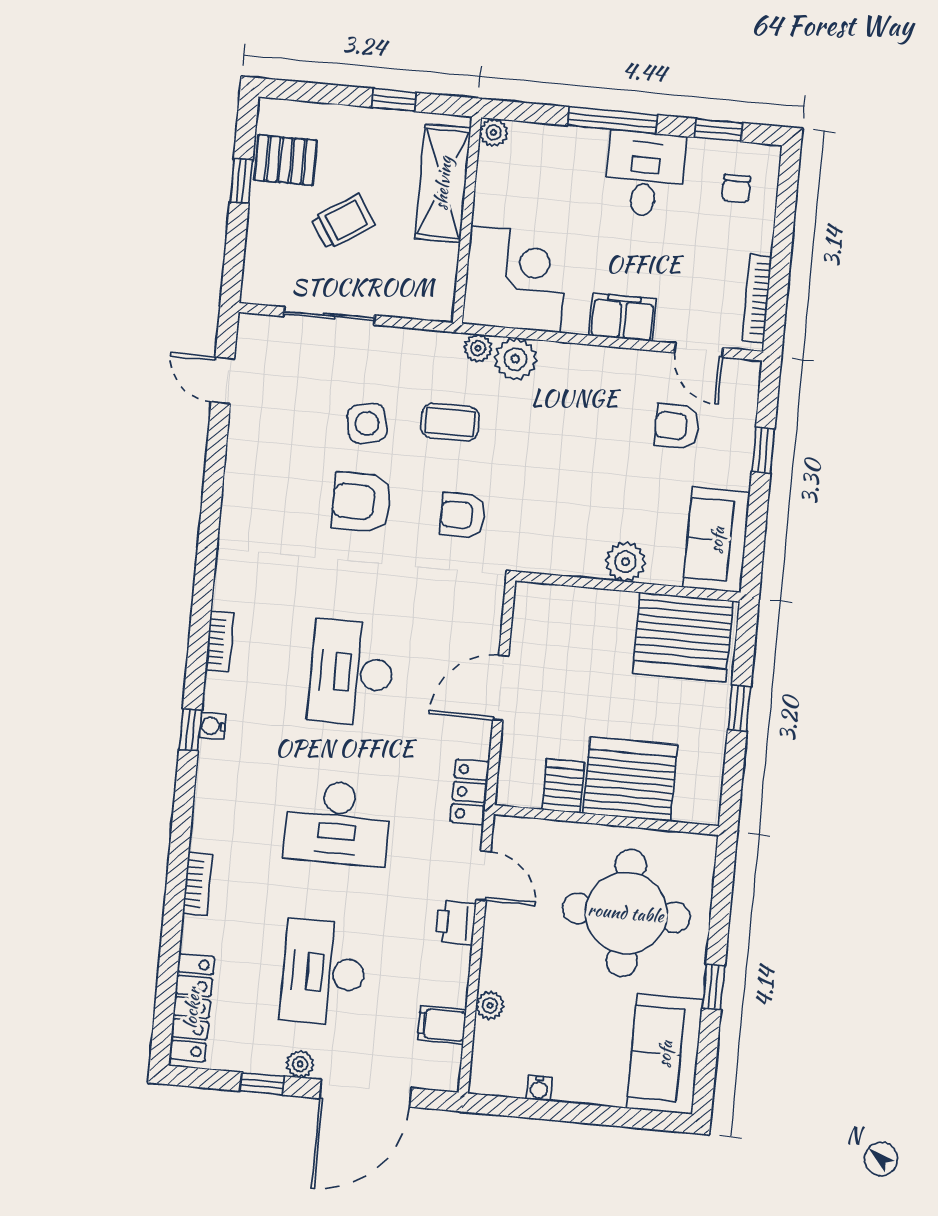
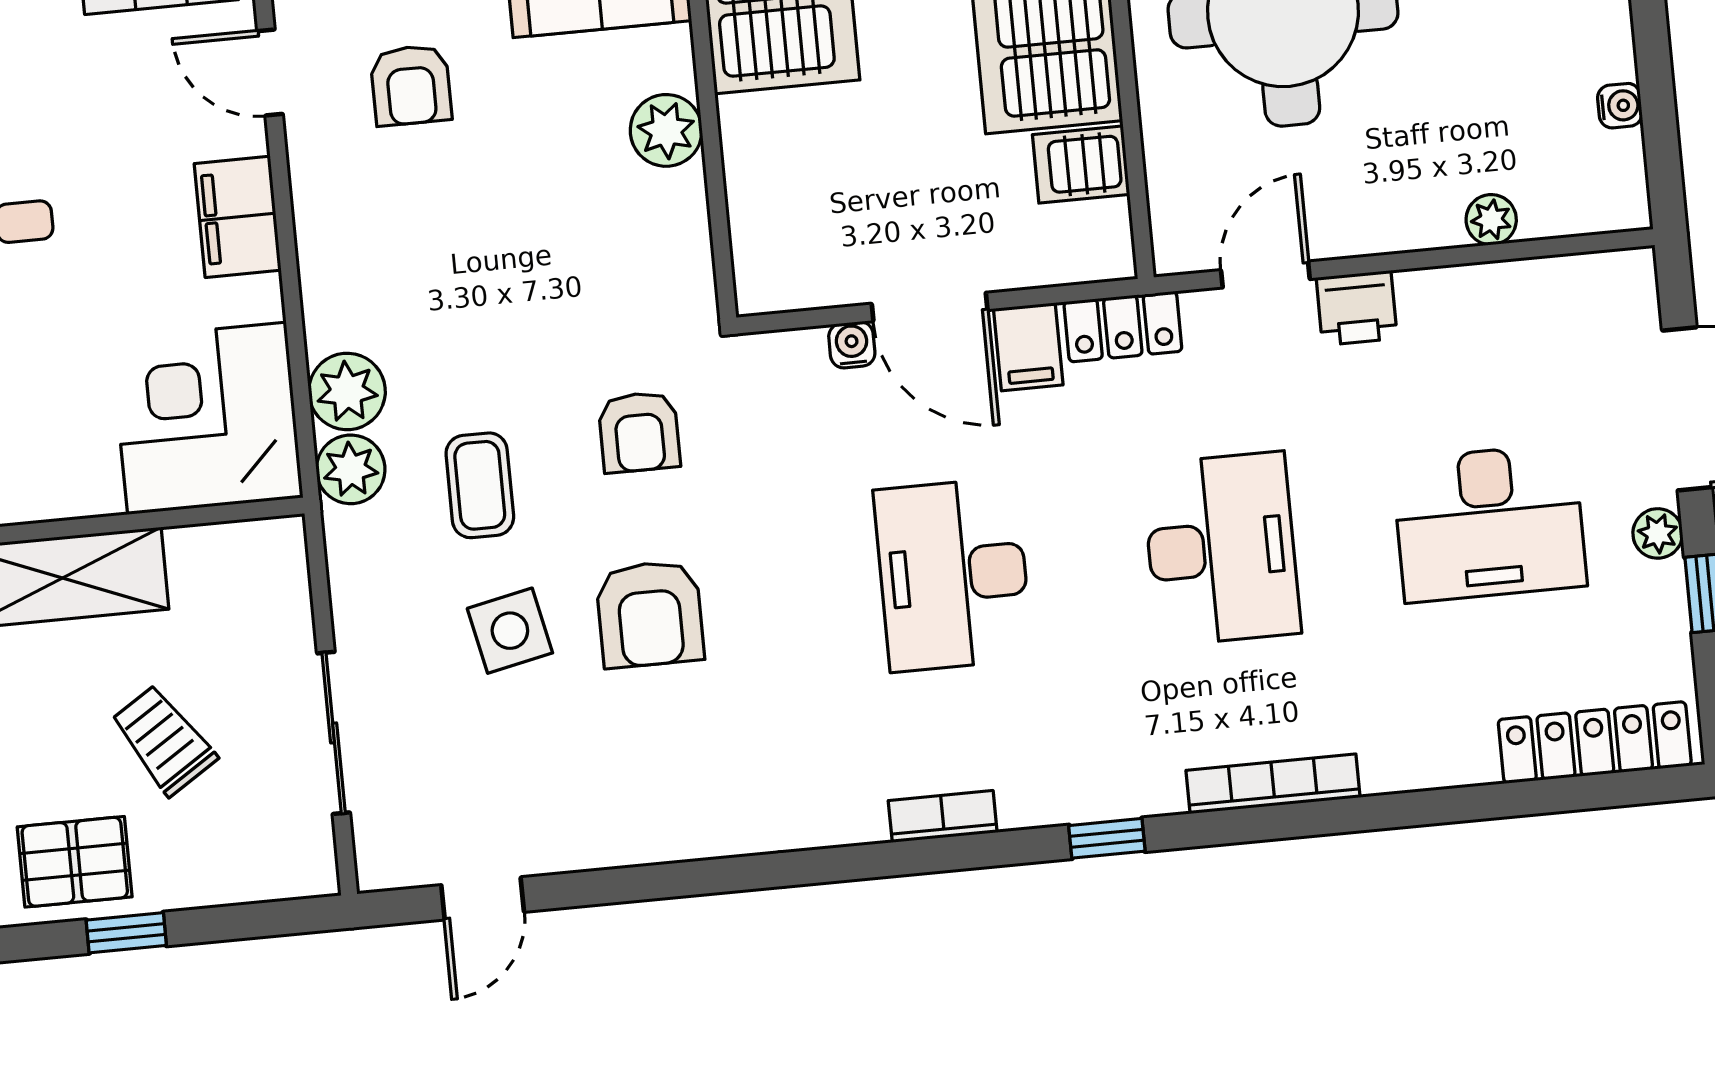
pallet: (286, 160) -> (75, 862), turned 90
plant: (478, 348) -> (351, 469), width x1.38, depth x1.38
door: (699, 350) -> (270, 72), swing flipped
desk: (351, 673) -> (953, 575), turned 90
water cooler: (212, 726) -> (852, 345), moved, turned 180
bookcase: (198, 884) -> (1273, 784), moved, width x1.56
filing cabinet: (442, 1025) -> (1028, 347), moved

